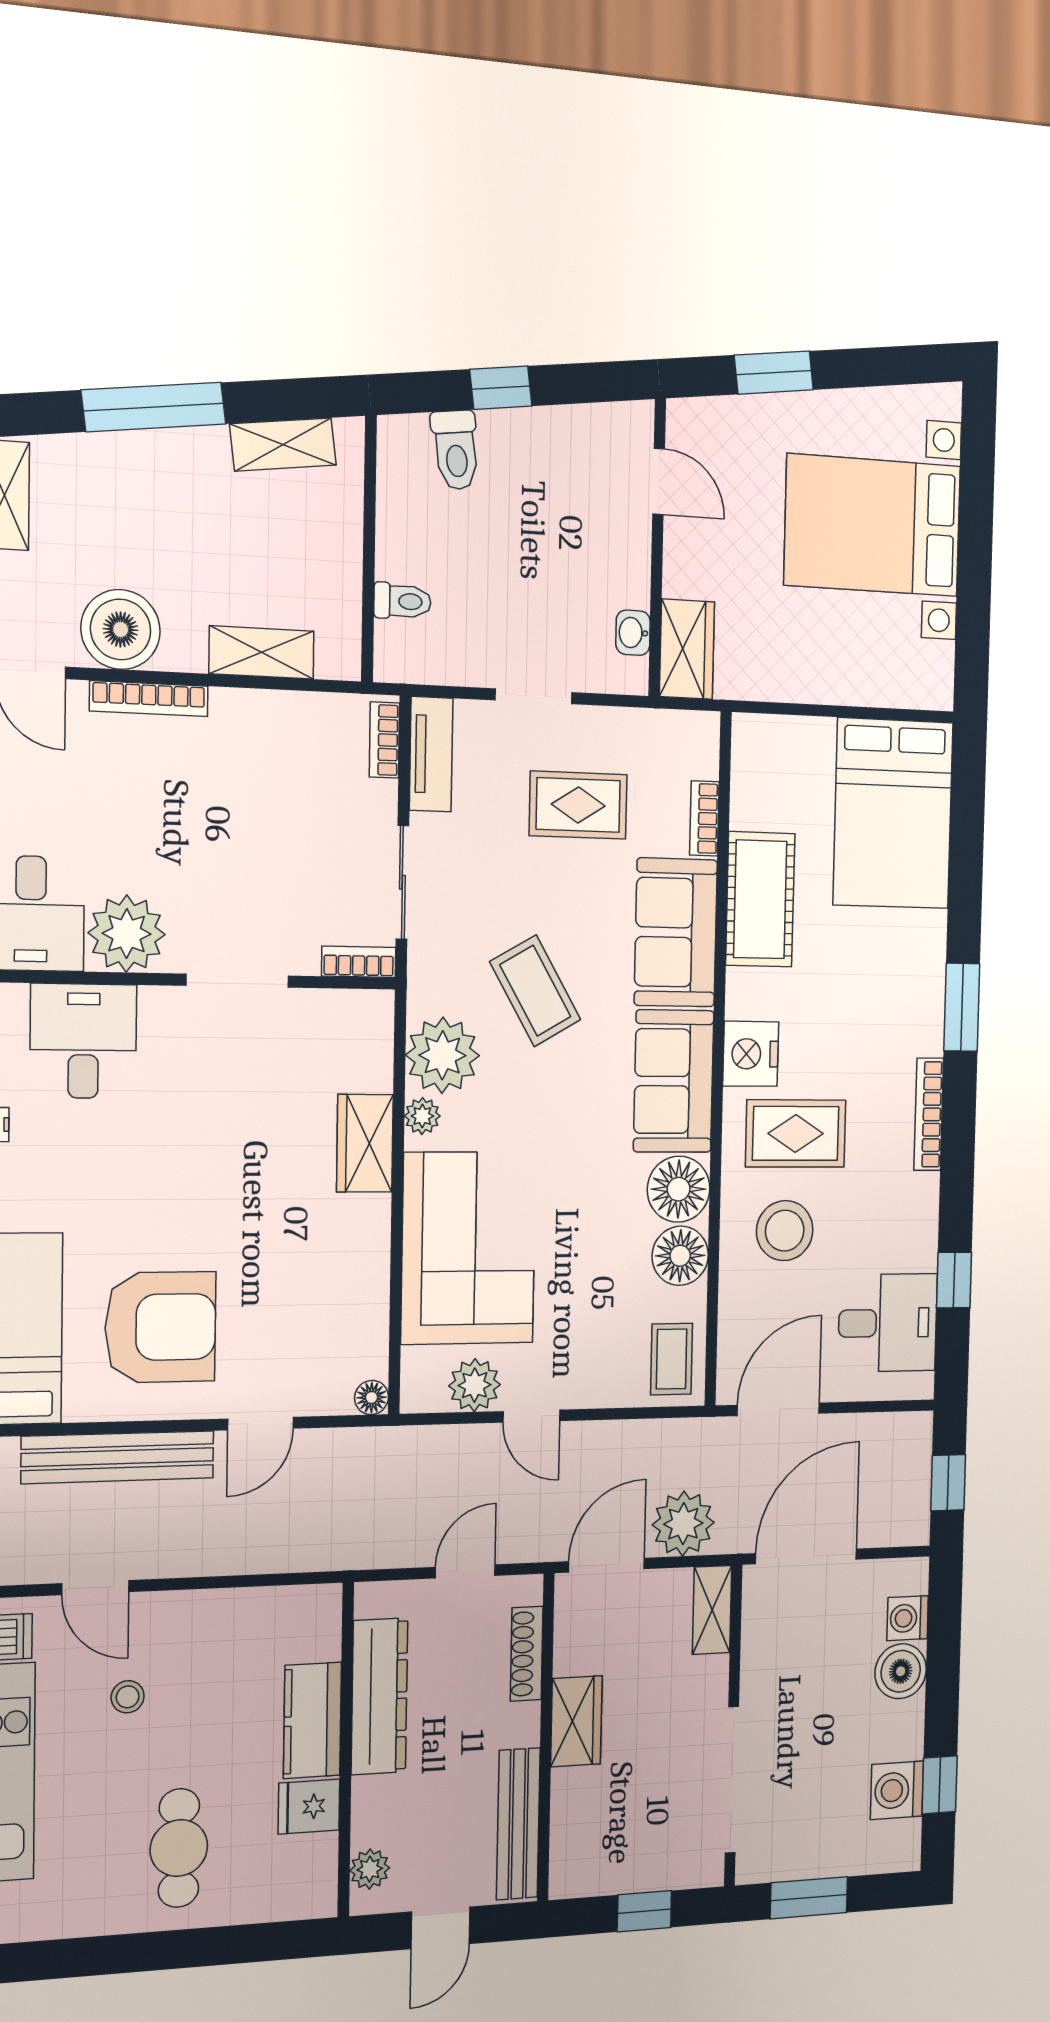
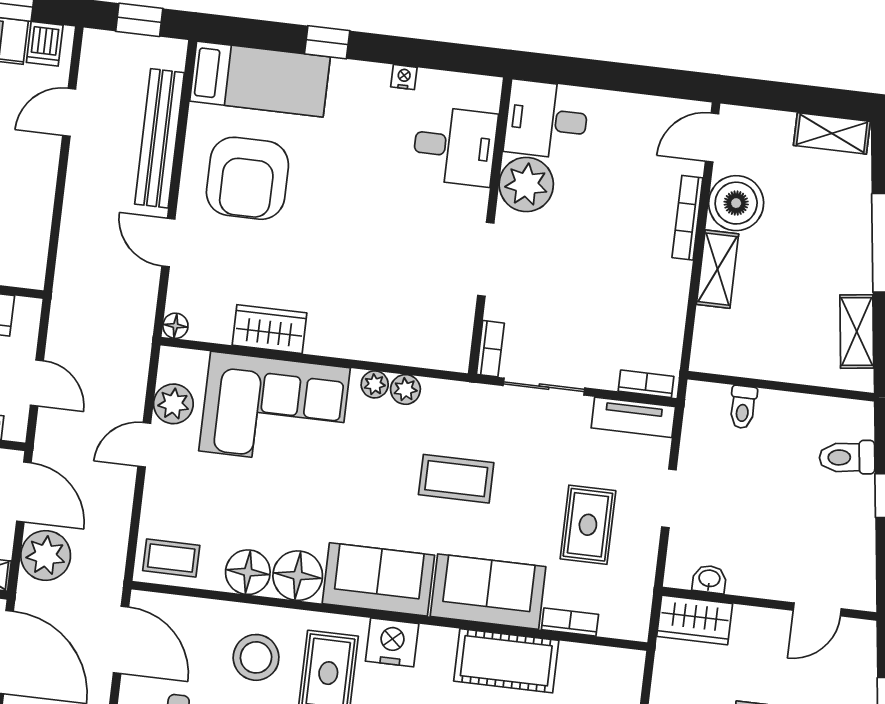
shelving: (261, 652) -> (718, 269), moved
coffee table: (535, 991) -> (456, 479), turned 30
plant: (442, 1055) -> (405, 389), width x0.53, depth x0.53
wardrobe: (365, 1143) -> (269, 329), moved

